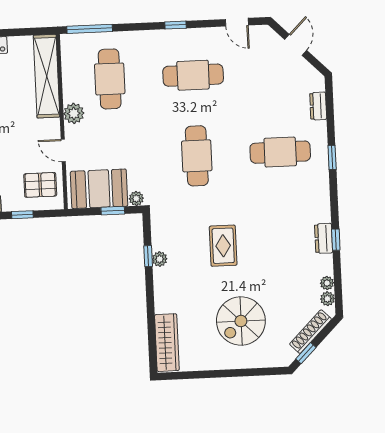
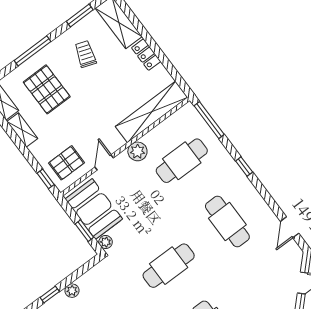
window: (175, 25) -> (244, 167), moved
pallet: (40, 185) -> (66, 163), turned 90
window: (22, 215) -> (46, 179), moved
window: (148, 256) -> (50, 294), moved

